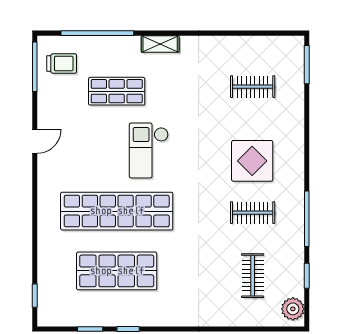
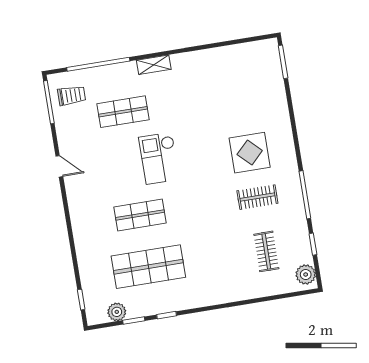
clothes rail: (253, 87) -> (240, 88), removed
door: (35, 141) -> (59, 166), hinge flipped
shop shelf: (117, 211) -> (140, 215), width x0.50, depth x0.74
plant: (73, 316) -> (117, 312), added

